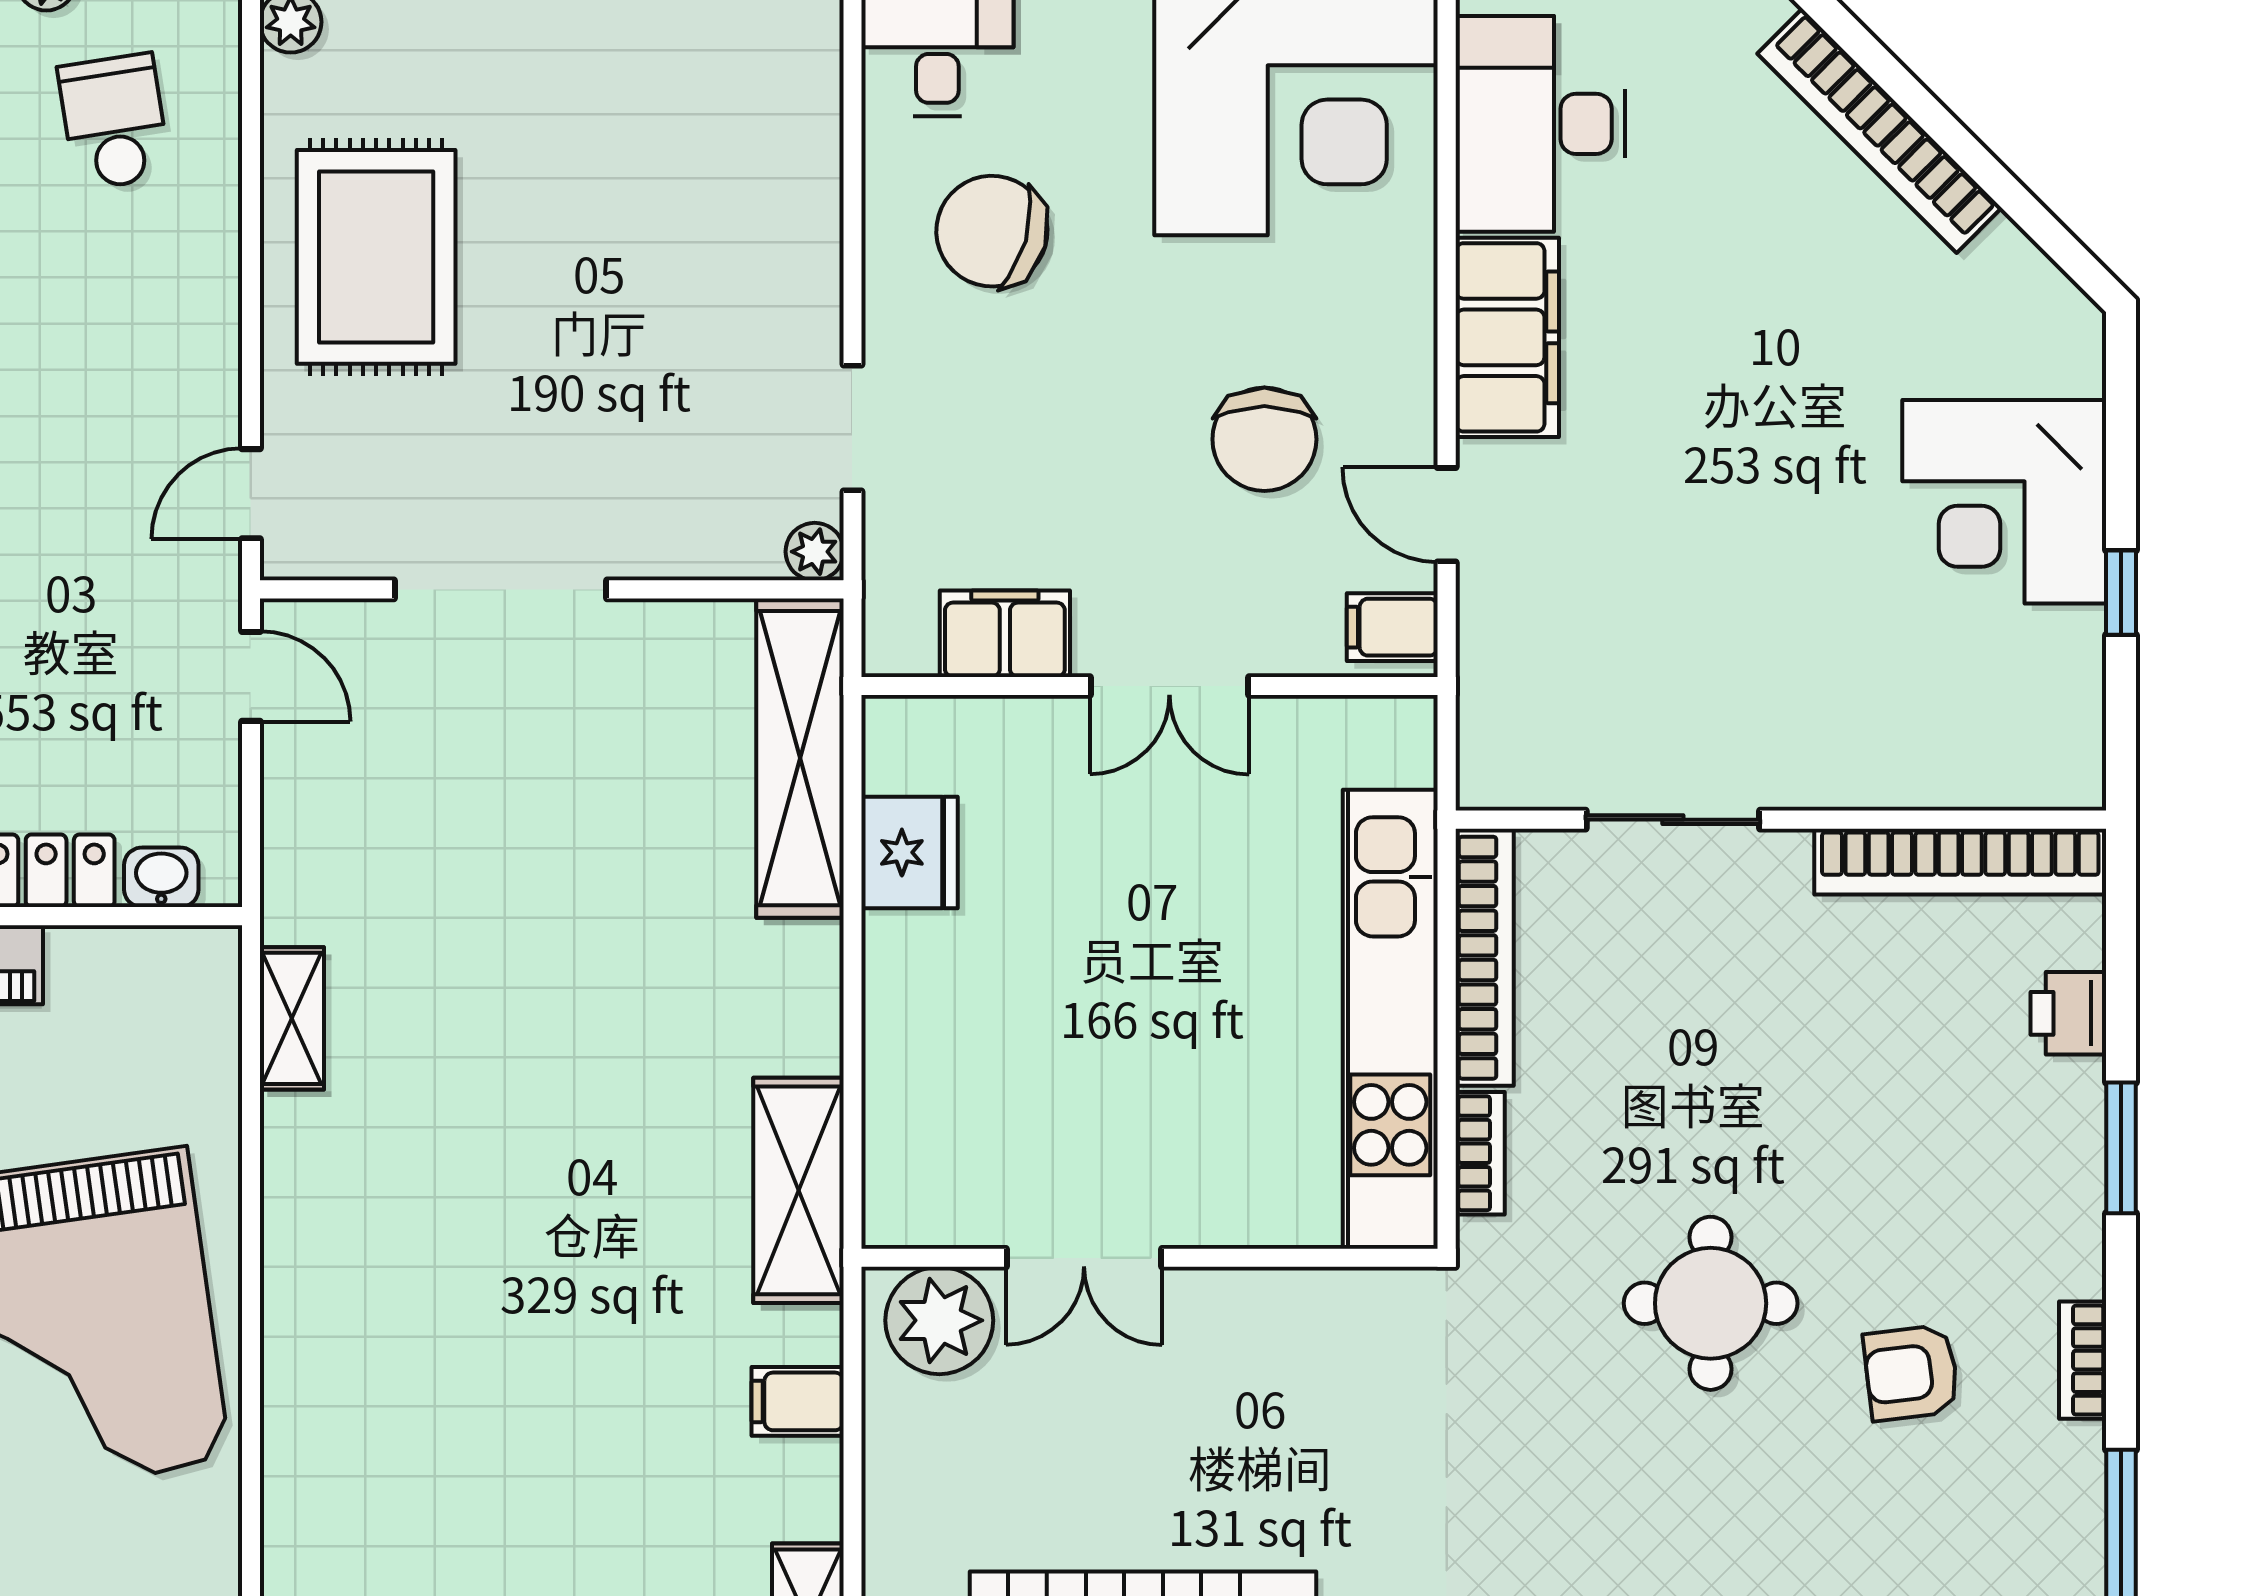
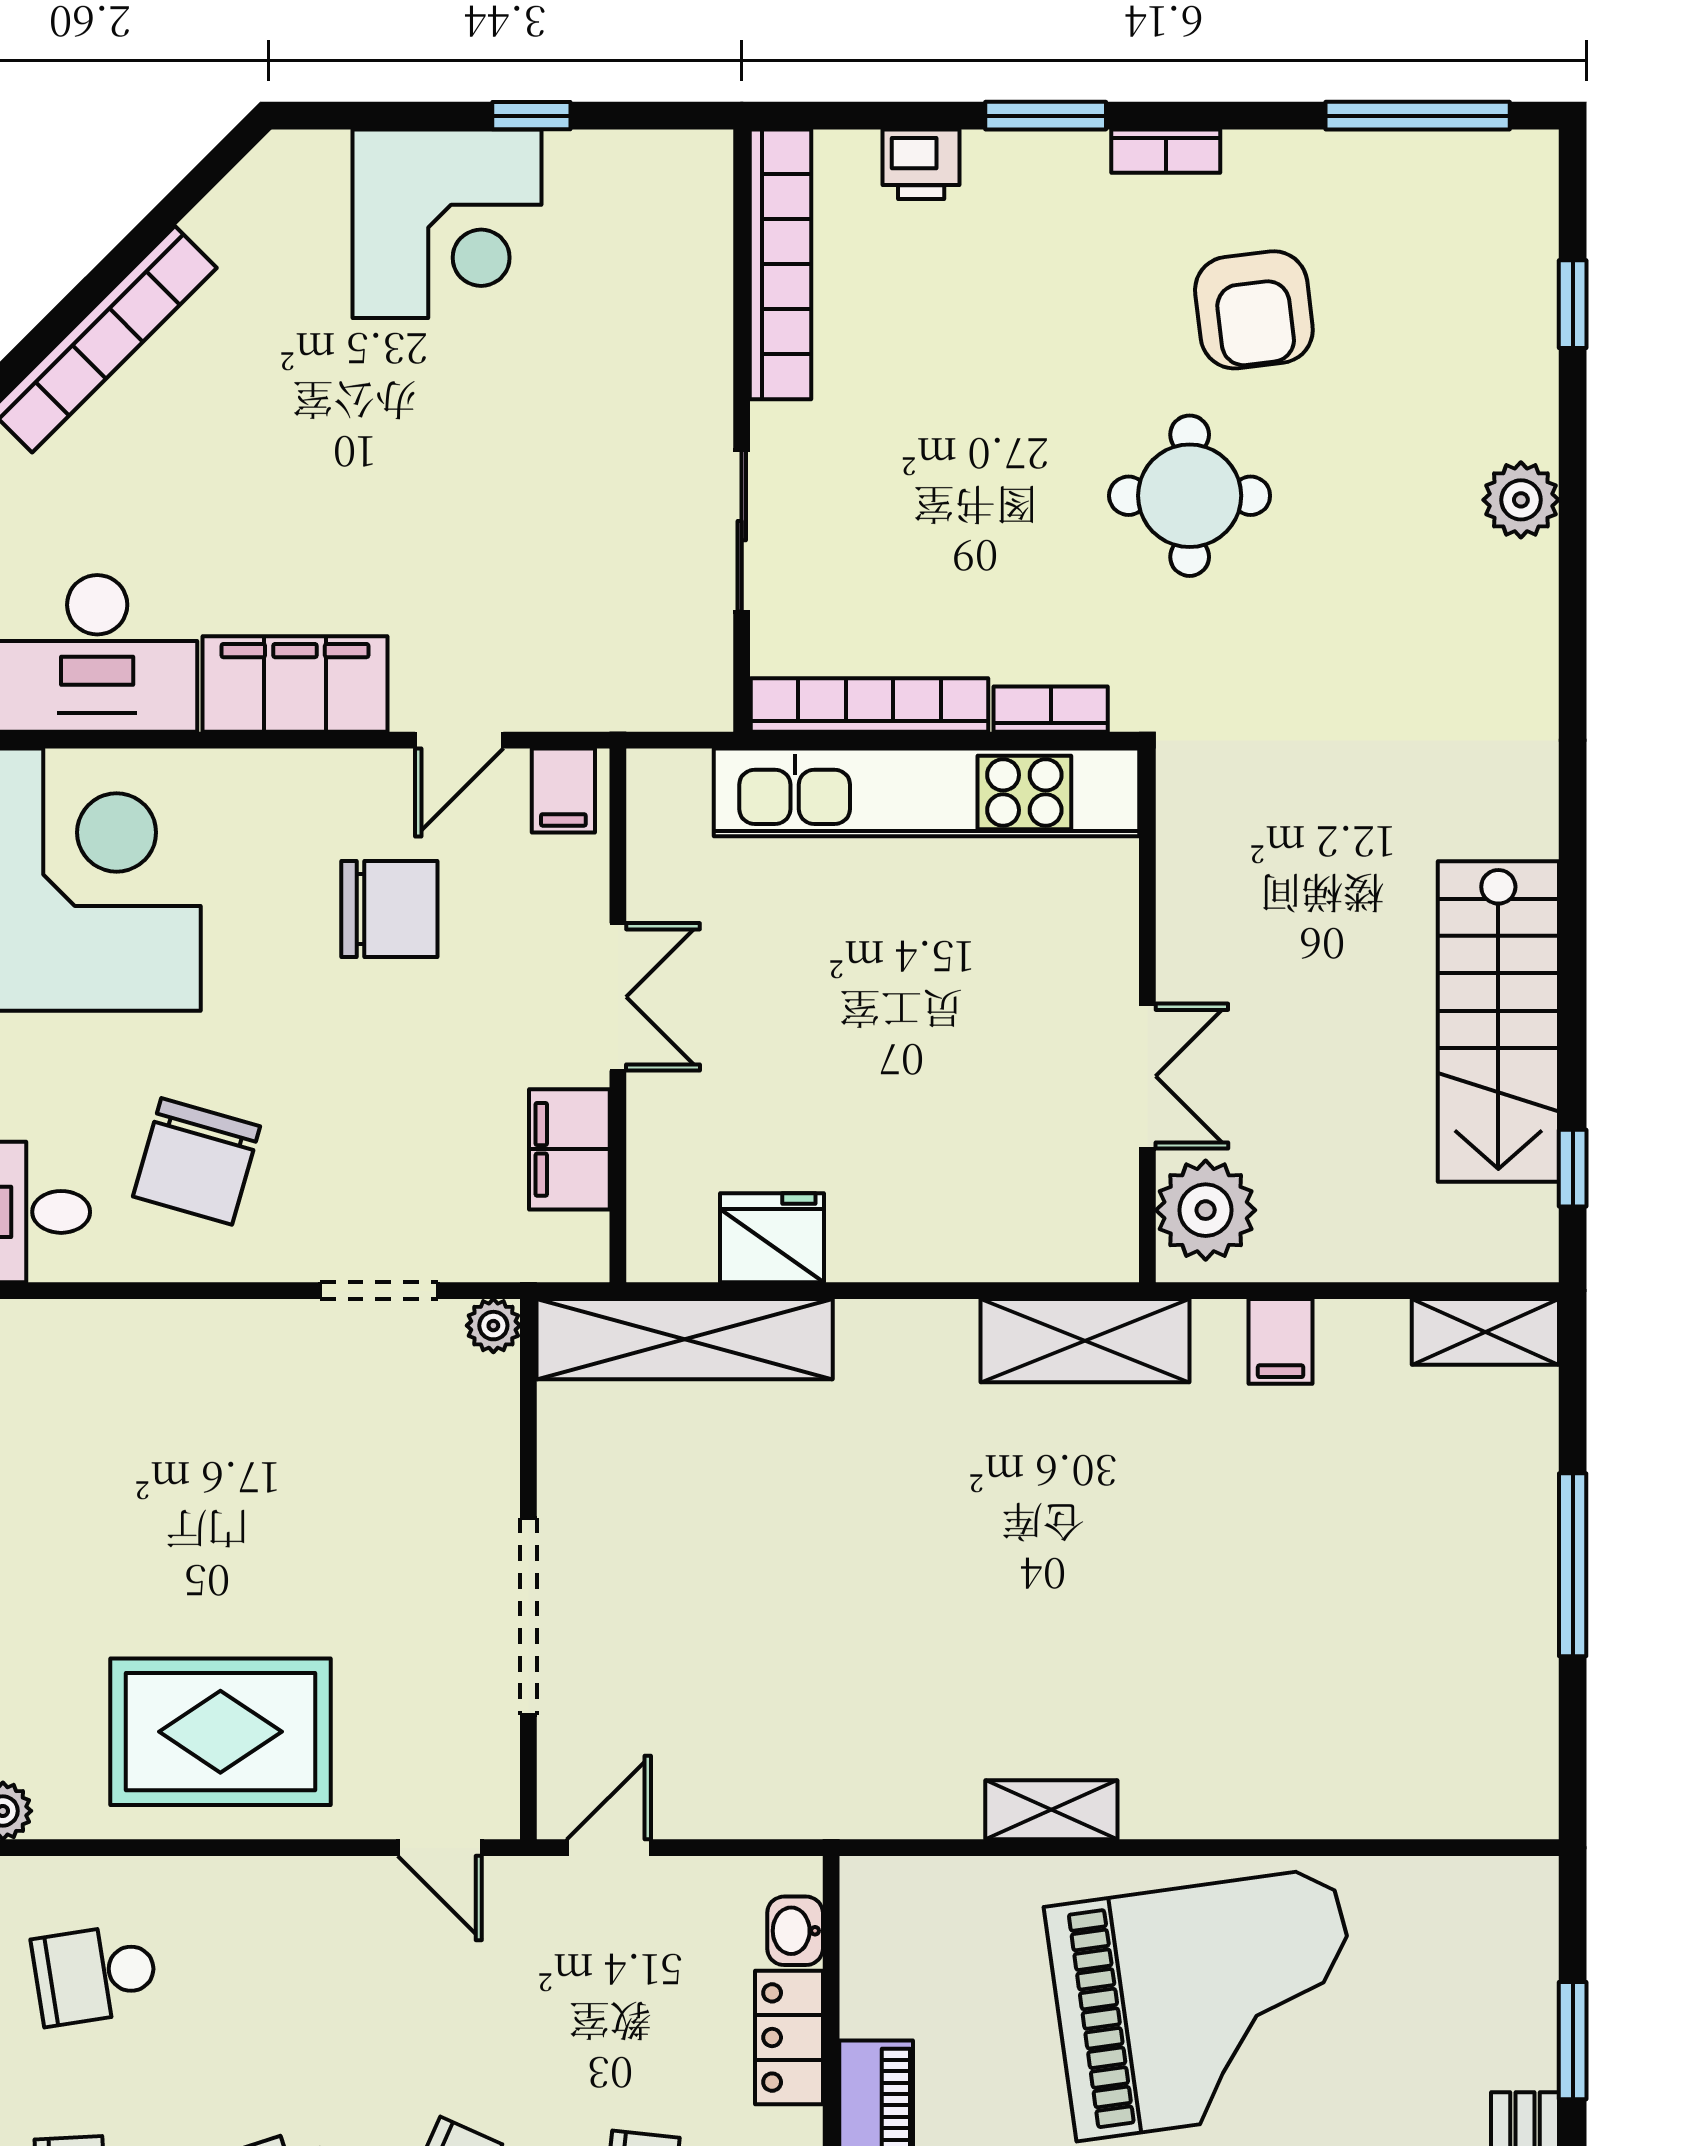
shelving: (292, 1018) -> (1051, 1810), moved
bookcase: (2083, 1360) -> (1166, 151), moved
armchair: (1911, 1373) -> (1254, 310), width x1.38, depth x1.38

